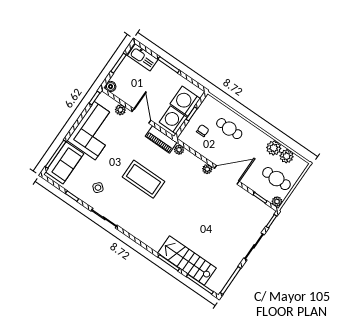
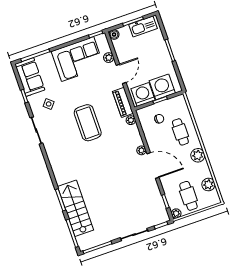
kitchen sink: (143, 57) -> (143, 26), moved, turned -90
plant: (274, 148) -> (198, 155), moved
sofa: (65, 163) -> (30, 77), moved, turned -90

